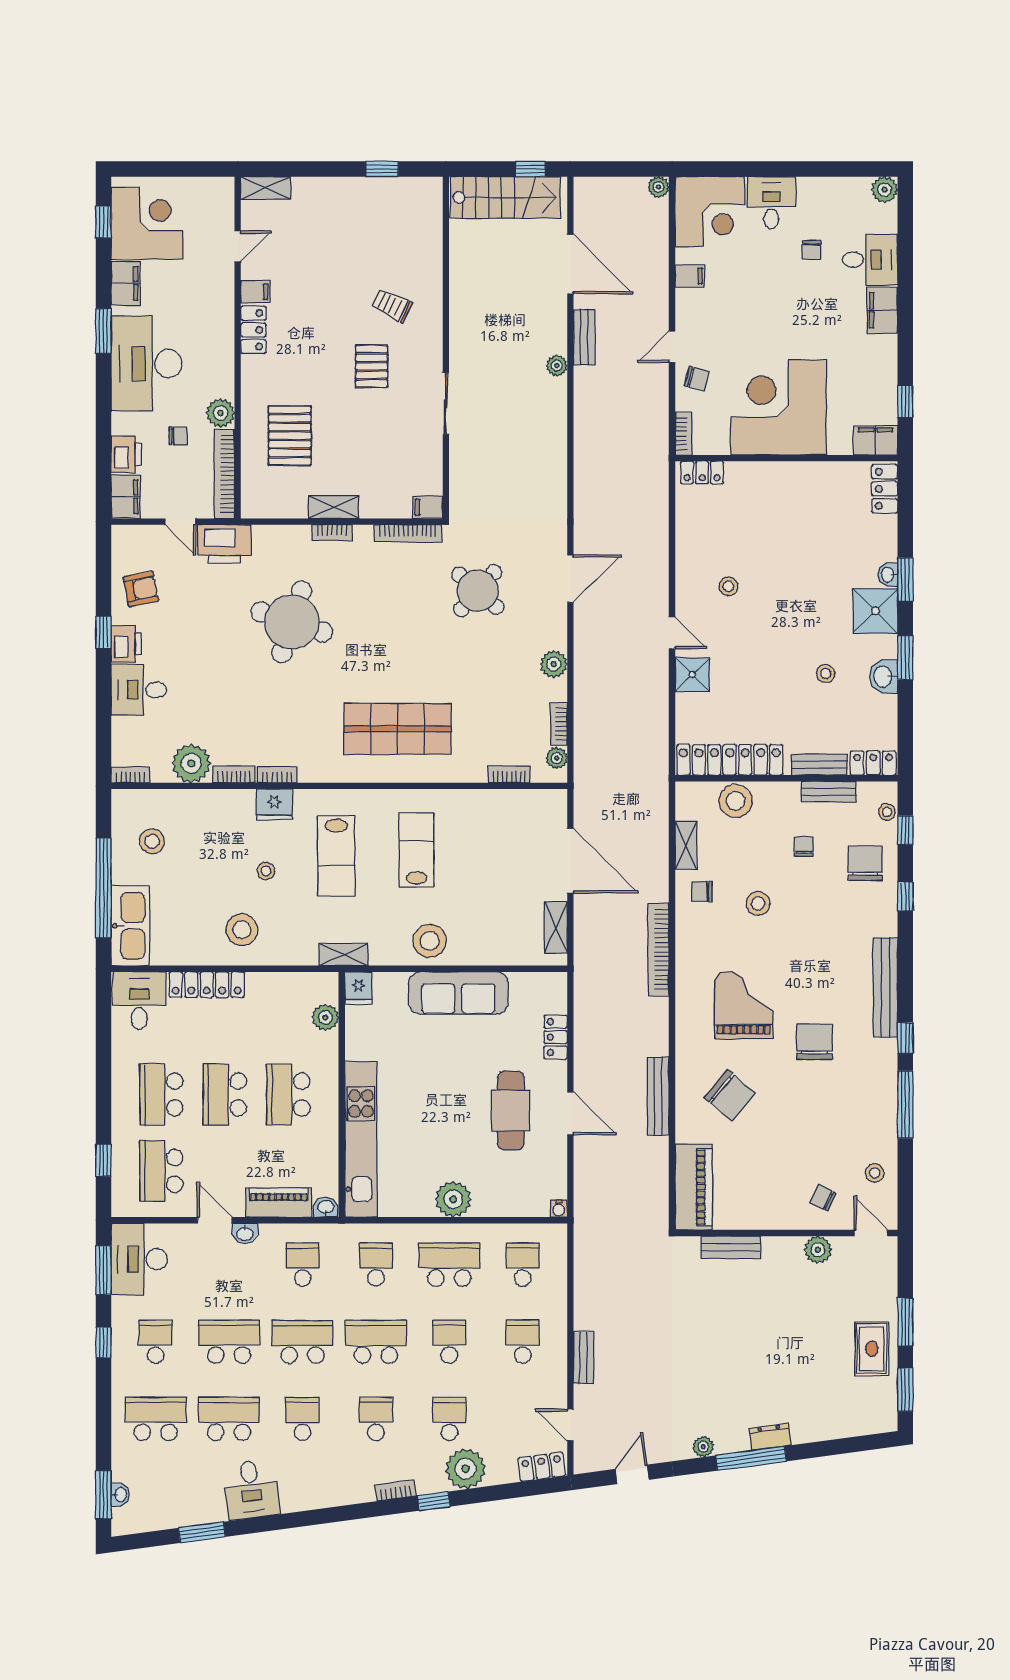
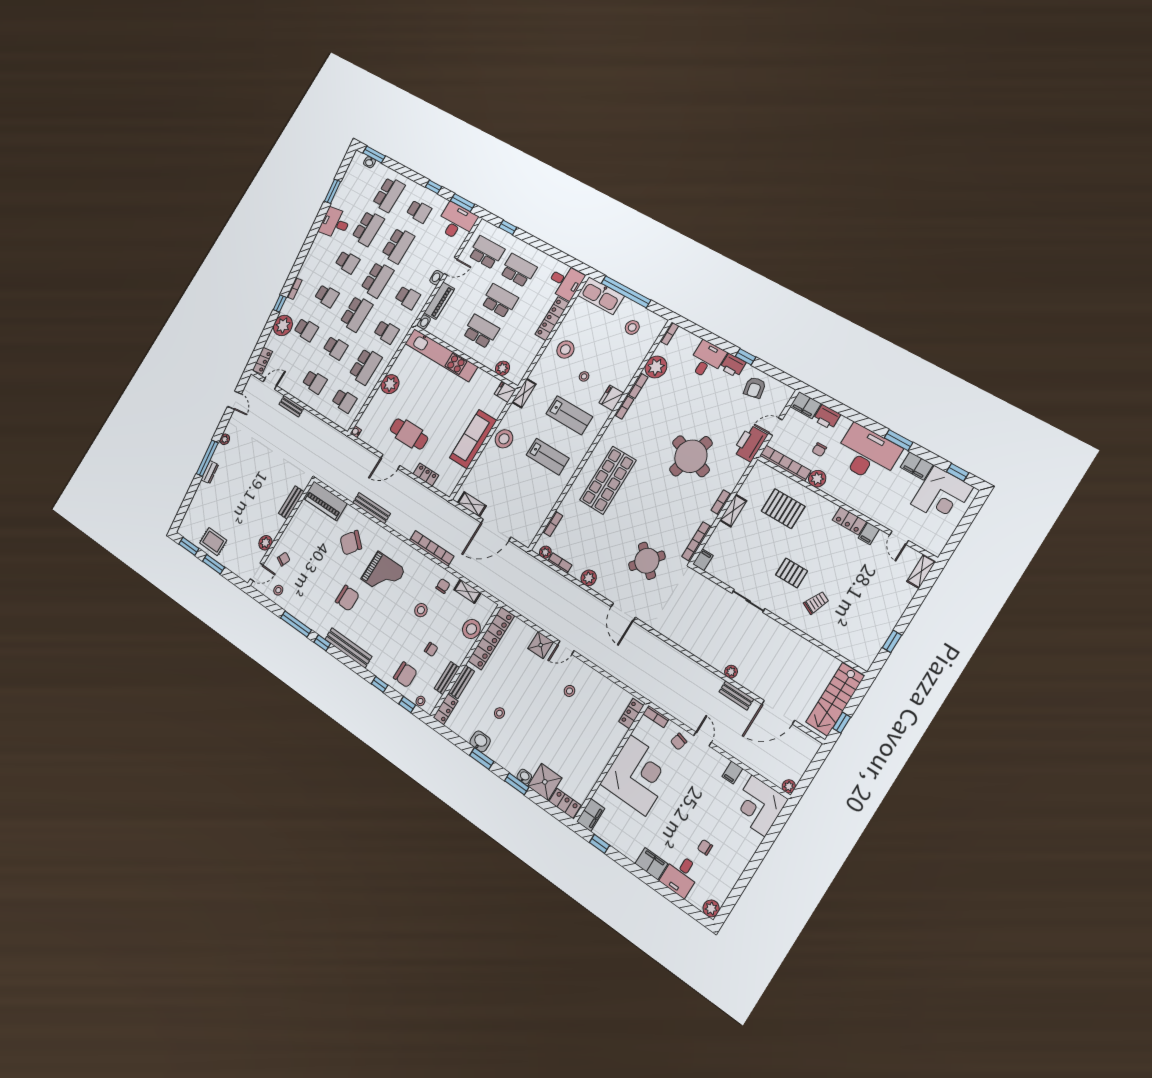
desk: (771, 203) -> (743, 842), removed
shower: (875, 611) -> (545, 782), moved
lab bench: (336, 856) -> (569, 415), turned 180

